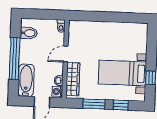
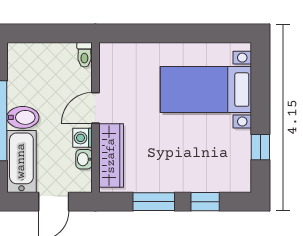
bidet: (29, 33) -> (23, 117), moved
bed with nightstands: (122, 73) -> (206, 90), moved
washing machine: (57, 92) -> (82, 138), moved

